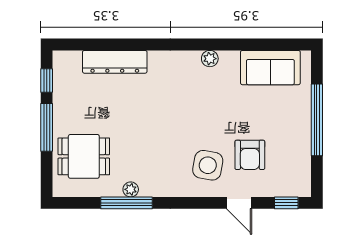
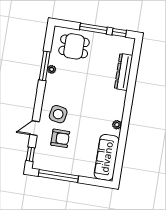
sofa: (270, 68) -> (107, 157), width x1.36
window: (317, 120) -> (58, 176), moved
armchair: (250, 155) -> (60, 138), turned 180
dining table: (84, 156) -> (74, 46), turned 90

